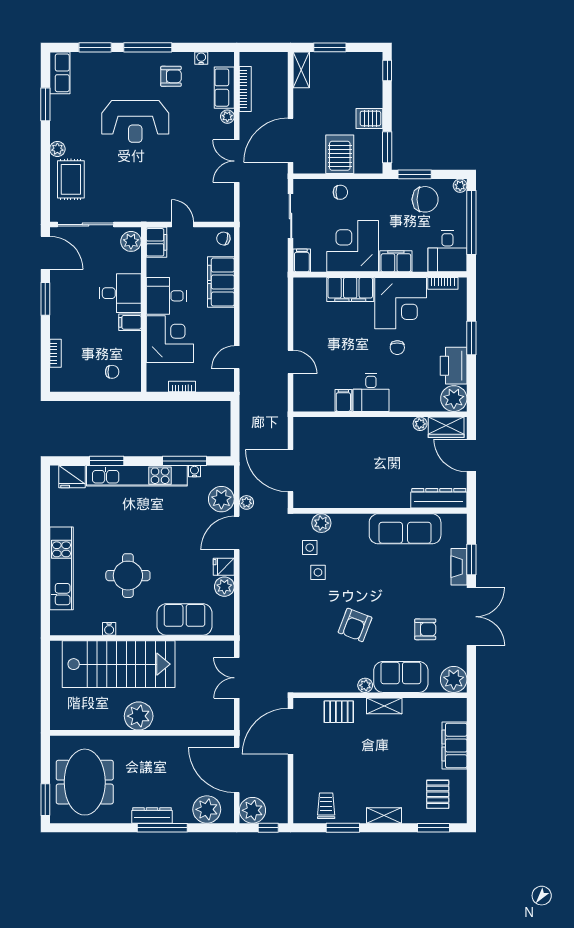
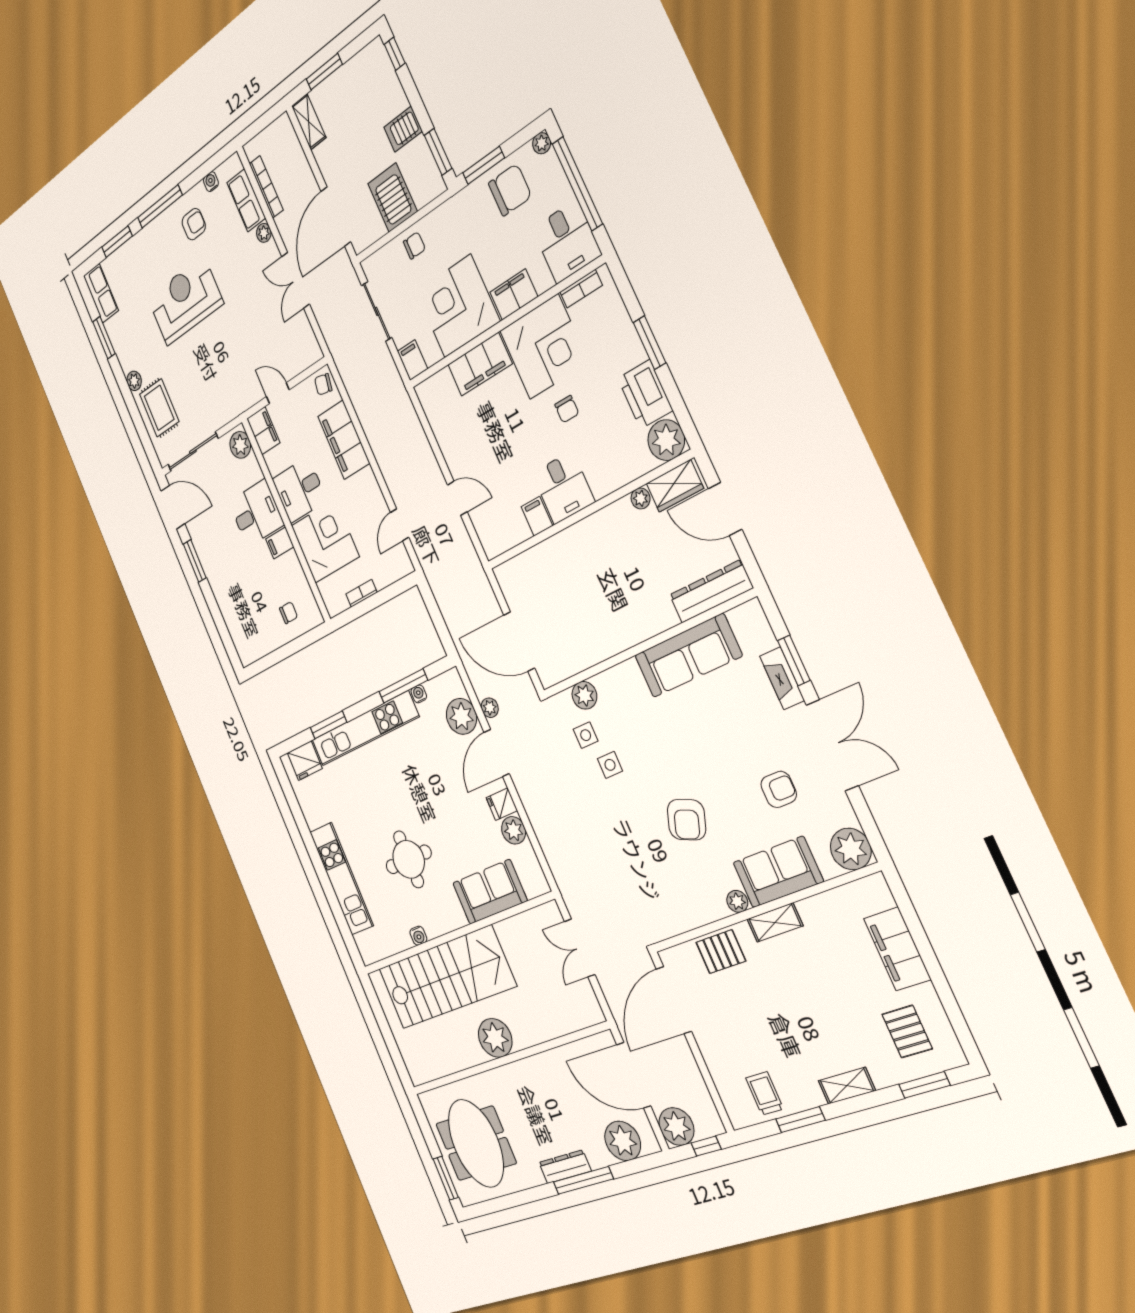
reception desk: (135, 121) -> (185, 301), turned 180
bookcase: (55, 353) -> (229, 620), removed

